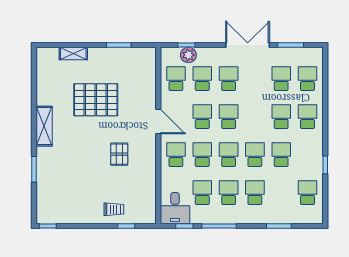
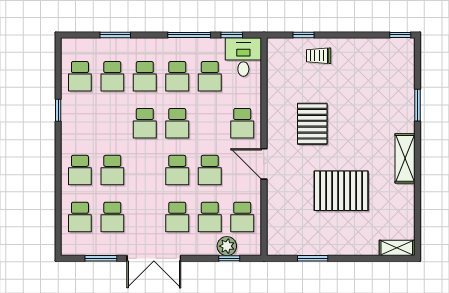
shelving: (73, 54) -> (397, 248), moved
pallet: (119, 154) -> (312, 124), width x1.50, depth x1.42
school desk: (202, 155) -> (210, 123), removed
school desk: (281, 155) -> (112, 76), moved

